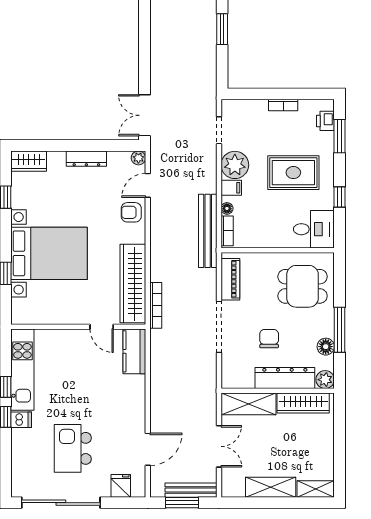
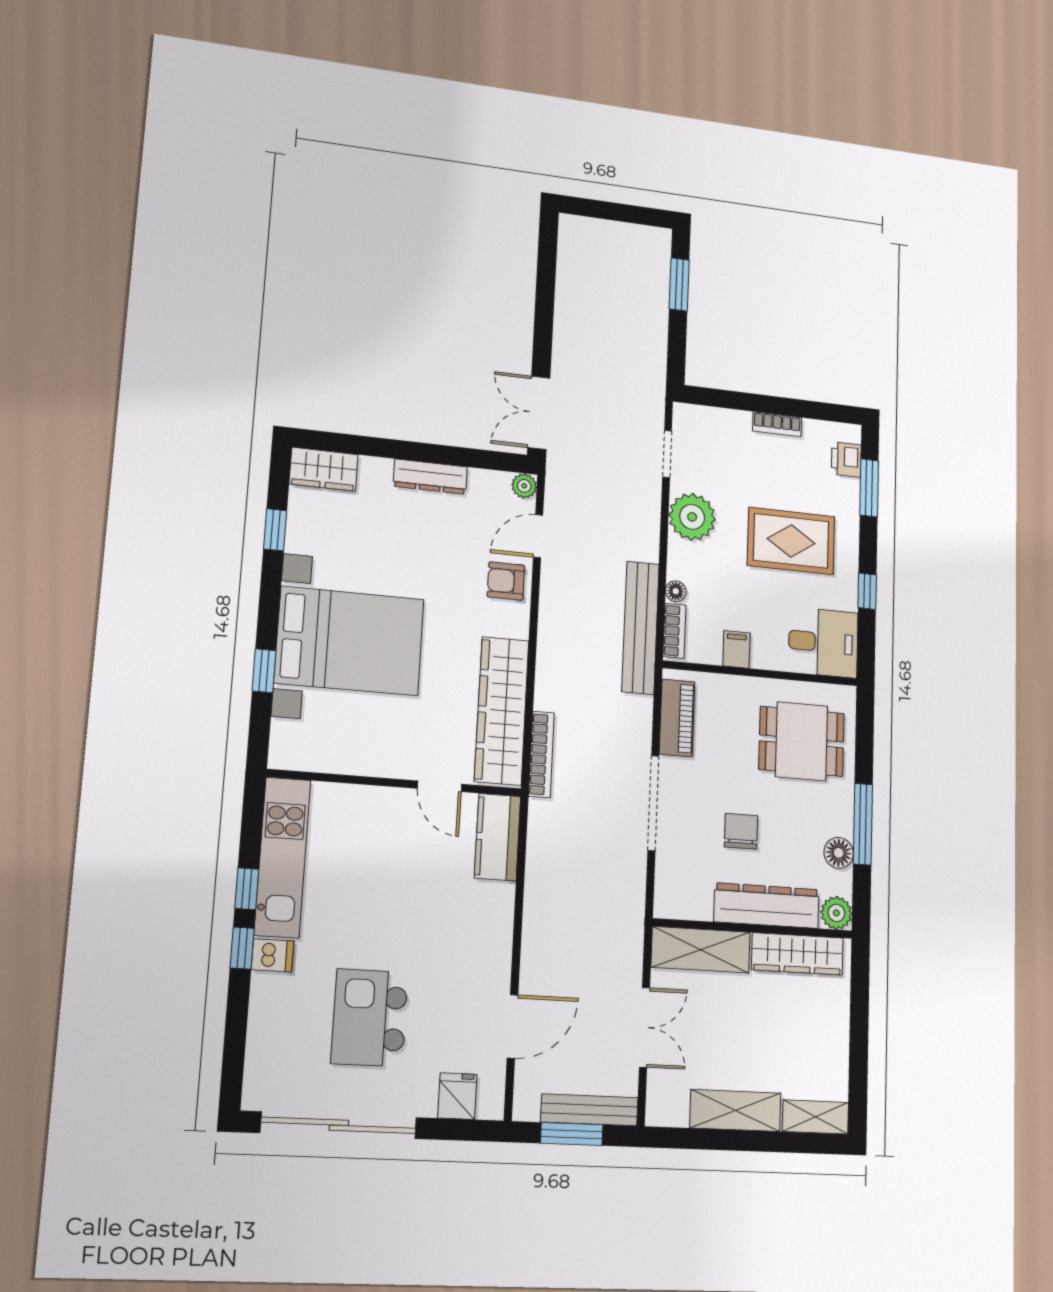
filing cabinet: (231, 188) -> (736, 649), moved, turned -90

